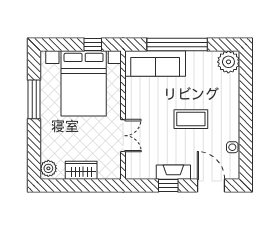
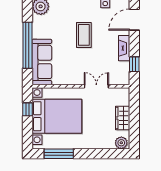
window: (34, 99) -> (59, 154), moved
window: (168, 185) -> (134, 64), moved

